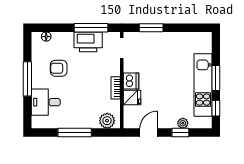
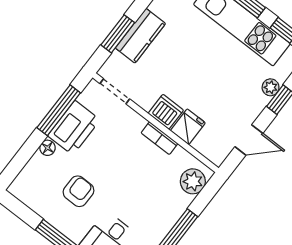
floor lamp: (46, 37) -> (48, 148), moved
kitchen counter: (159, 40) -> (140, 36), added
armchair: (59, 68) -> (78, 191), turned 180
door: (149, 132) -> (249, 140), swing flipped

